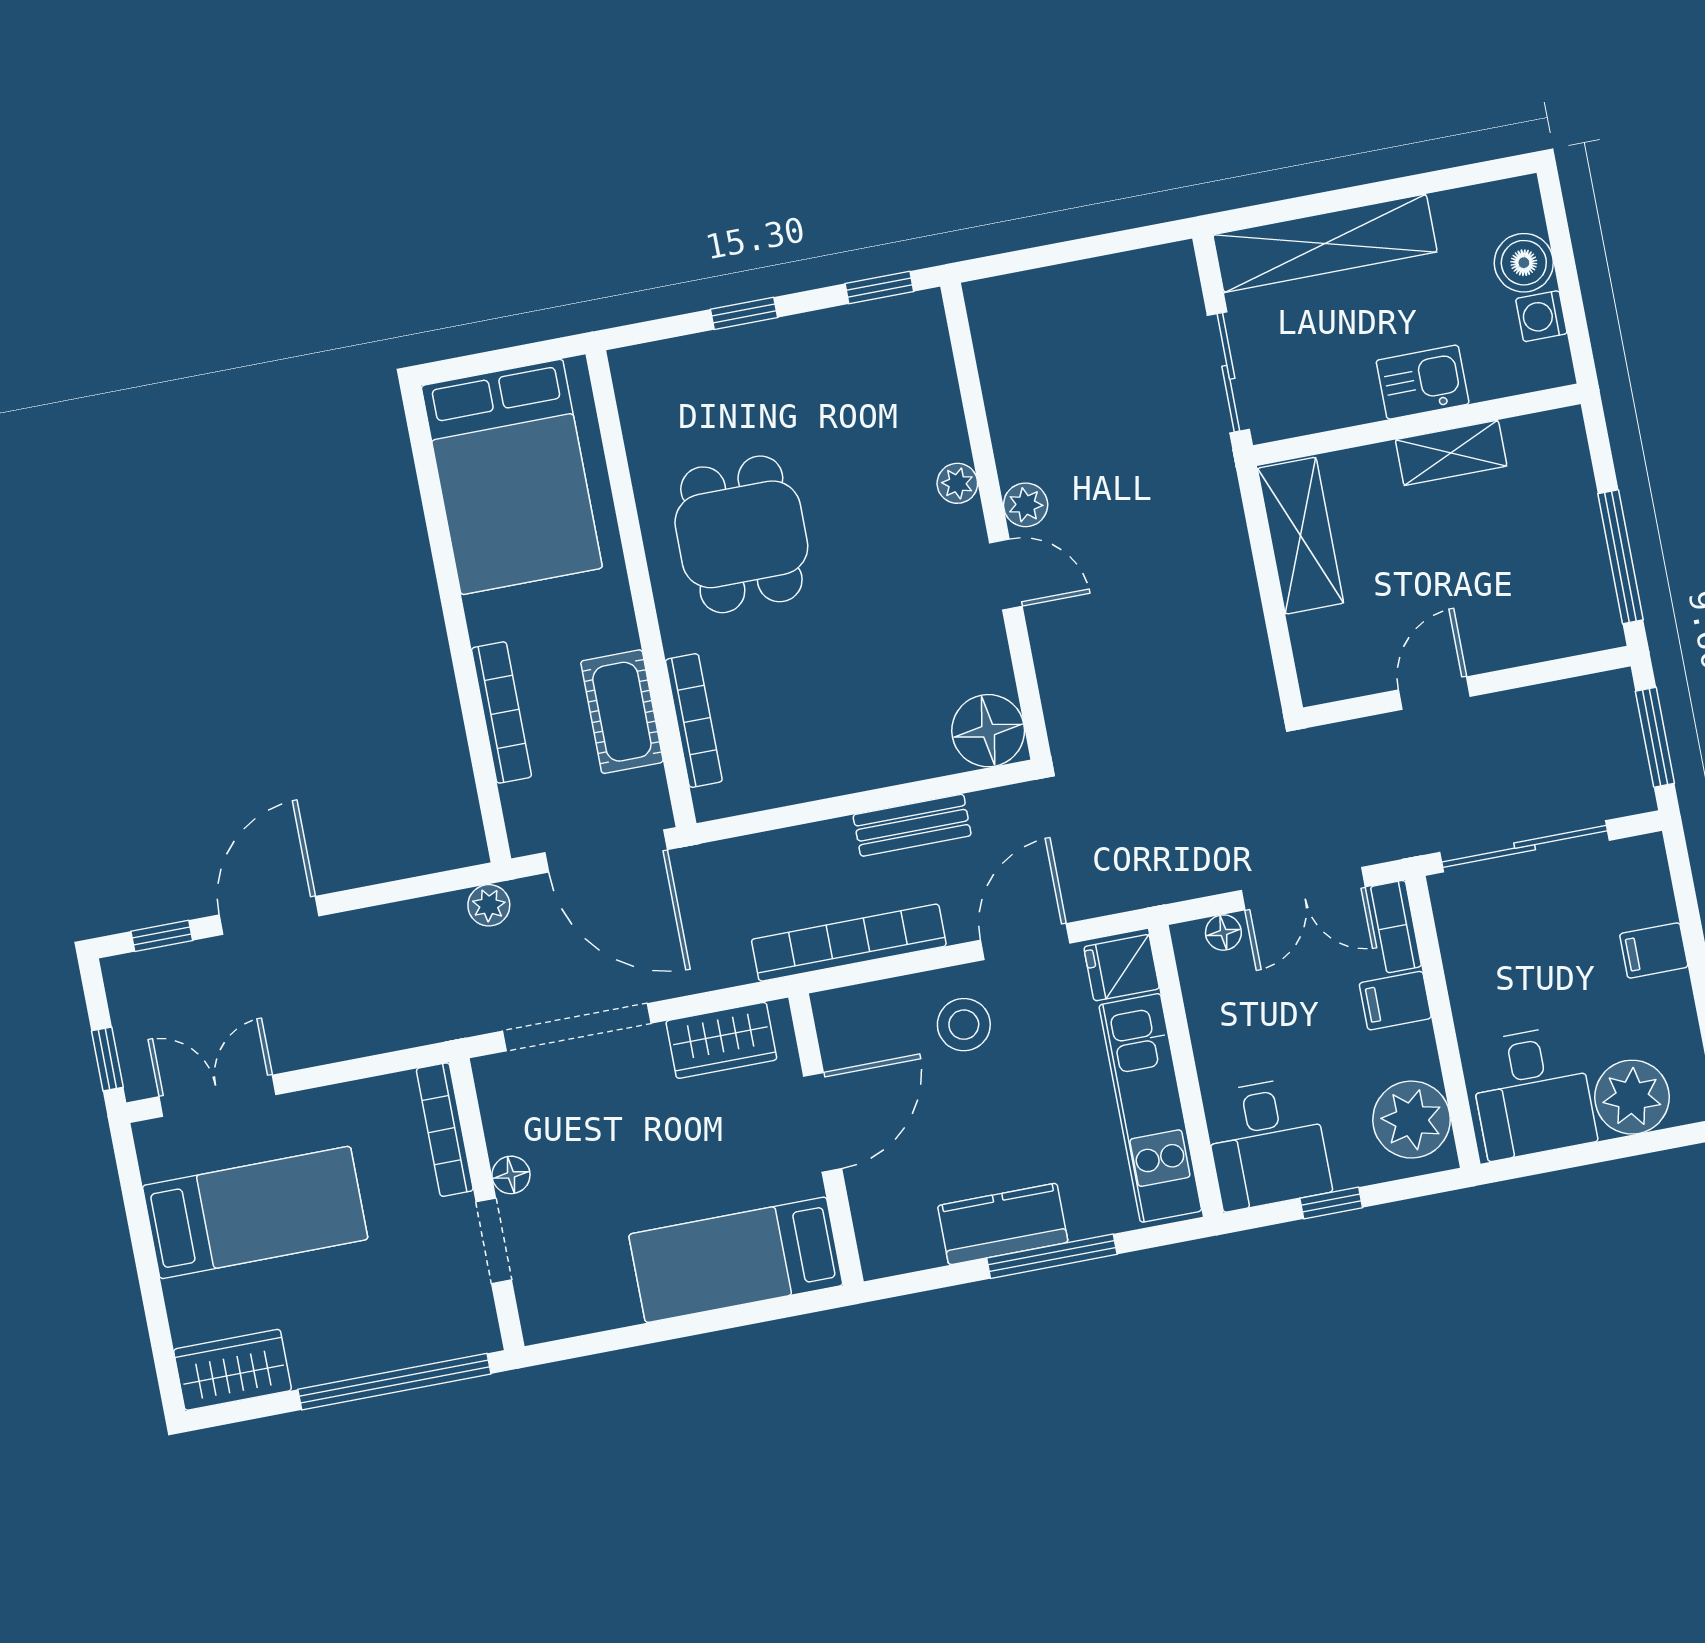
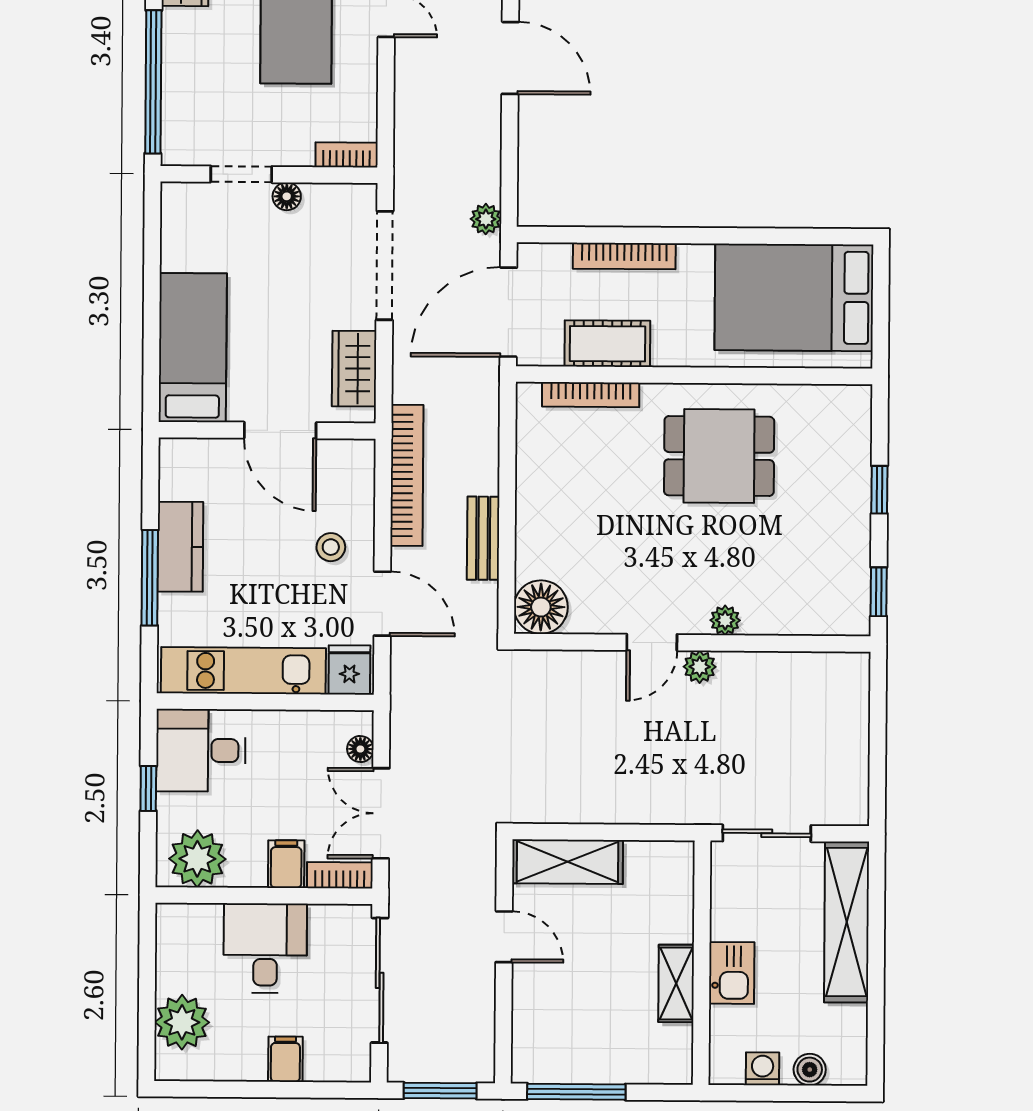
boiler: (1524, 263) -> (810, 1070), width x0.73, depth x0.73
shelving: (1301, 536) -> (568, 862), moved
stool: (964, 1025) -> (331, 547), width x0.73, depth x0.73
desk: (1532, 1093) -> (265, 948), moved, turned 90
bookcase: (445, 1130) -> (347, 155), width x0.64

